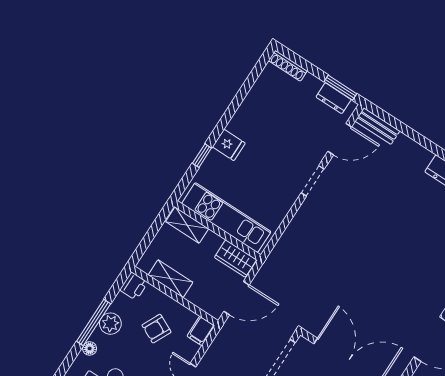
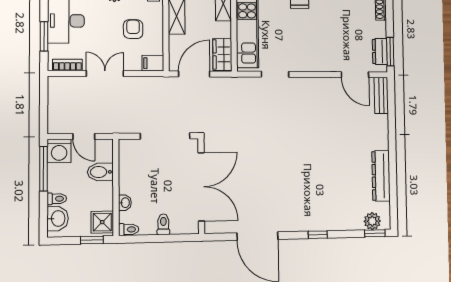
doorway: (313, 181) -> (275, 74), moved
door: (237, 298) -> (194, 74), swing flipped
armchair: (156, 329) -> (133, 29), turned 64

